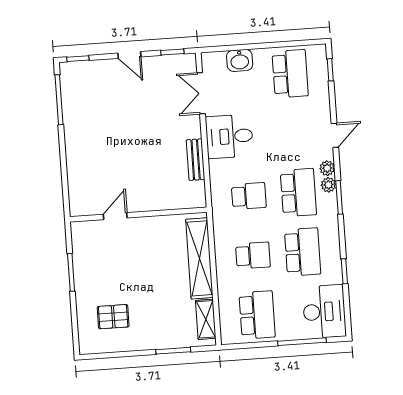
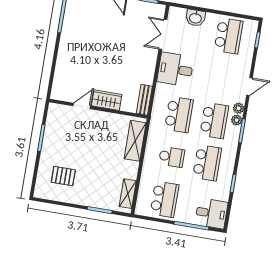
bench: (196, 160) -> (144, 100), moved
school desk: (249, 196) -> (179, 114), width x1.85
wardrobe: (147, 200) -> (107, 100), added
shelving: (199, 258) -> (135, 141), width x0.68
desk: (324, 312) -> (211, 213), width x0.73

